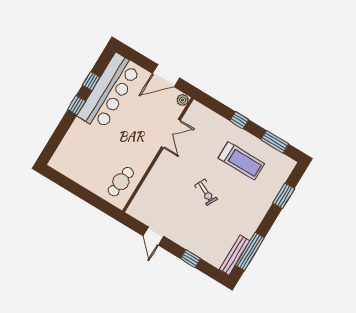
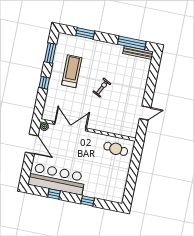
window: (77, 105) -> (88, 201), moved
double door: (171, 134) -> (70, 126), width x1.37
window: (191, 259) -> (151, 82), removed

